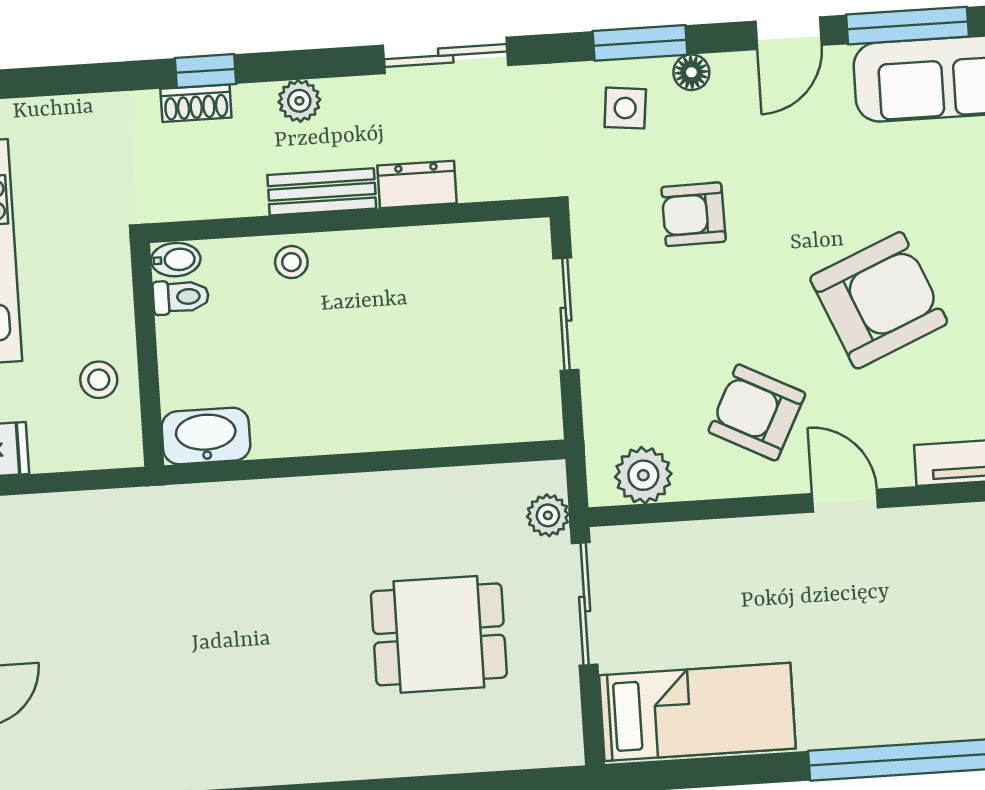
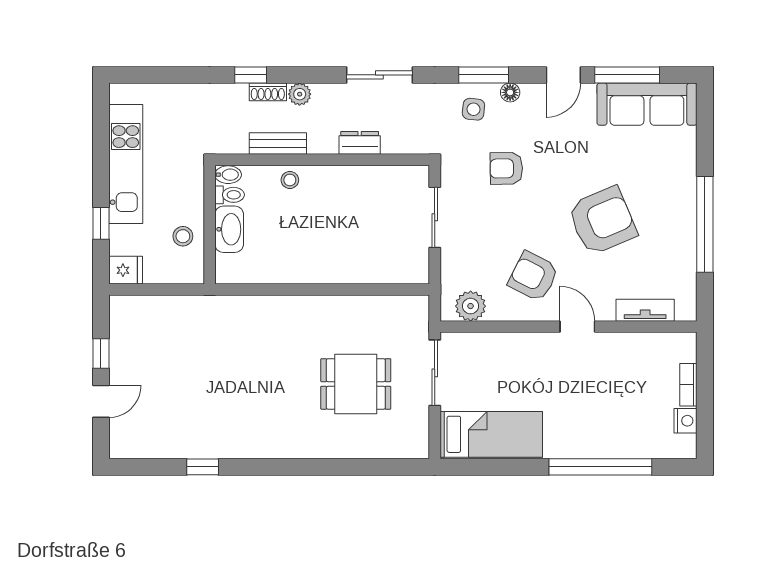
shoe rack: (196, 103) -> (268, 92), moved
bench: (322, 192) -> (278, 144), moved
washbasin: (206, 436) -> (229, 229), moved, turned 90
plant: (548, 515) -> (418, 324), removed

